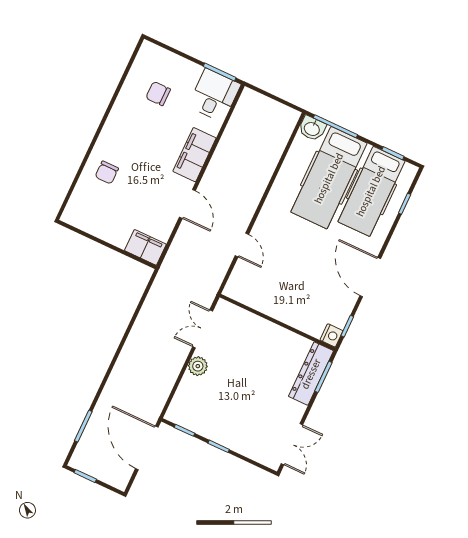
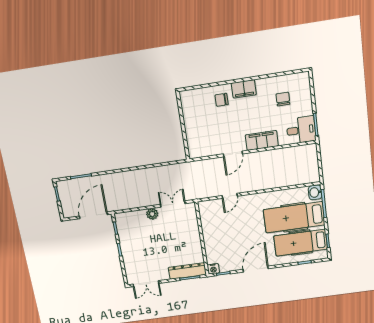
filing cabinet: (145, 247) -> (244, 89), moved, turned 90

